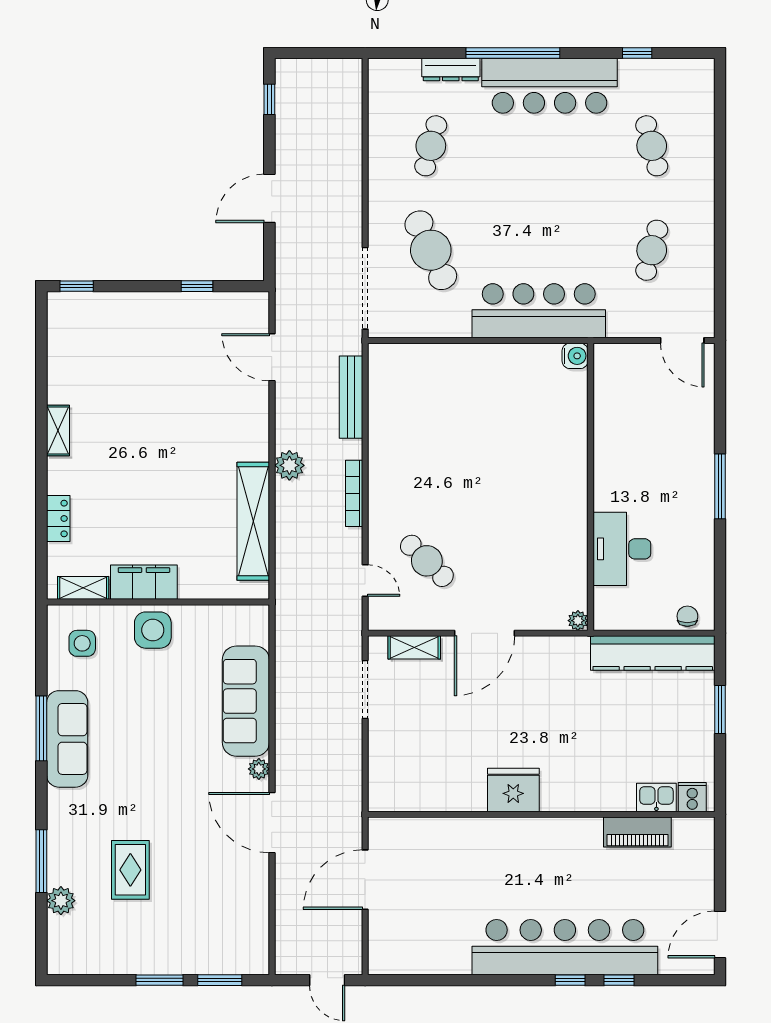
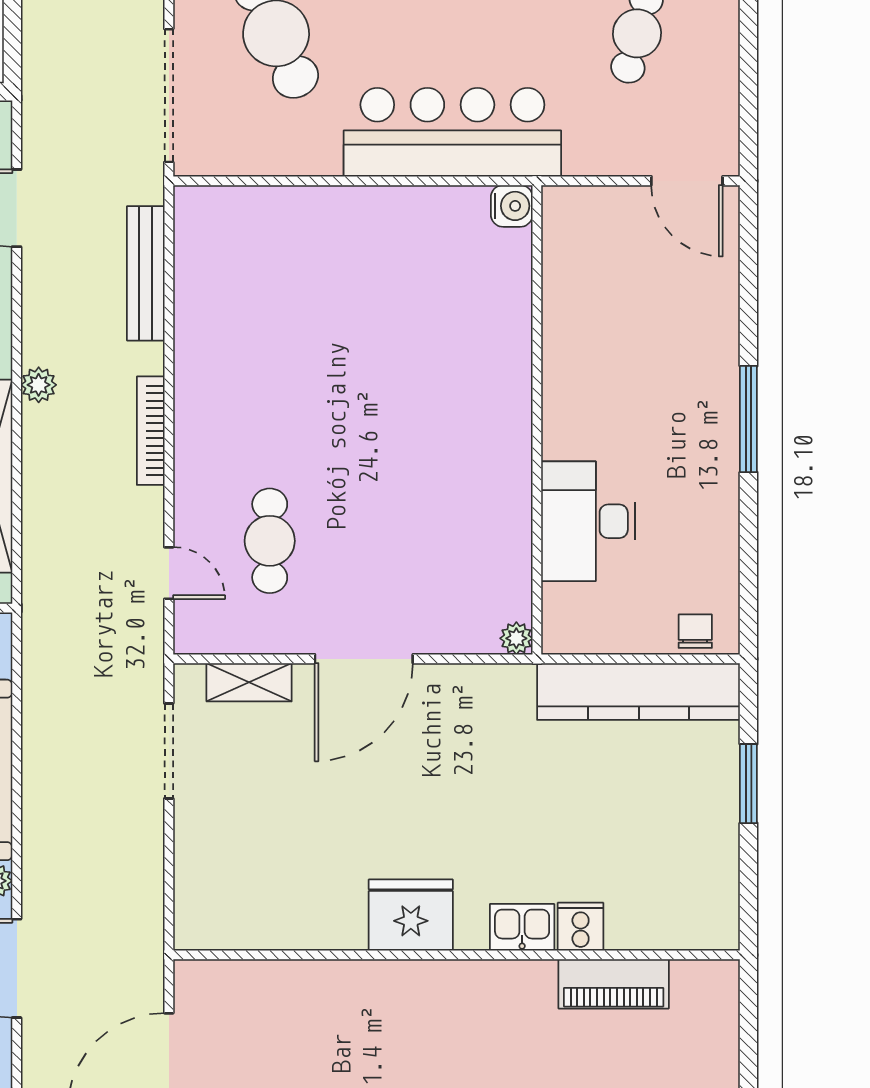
plant: (289, 465) -> (39, 385), width x0.73, depth x0.73
cafe table: (427, 561) -> (270, 541), turned 46
kitchen sink: (656, 797) -> (522, 927), moved
cooker: (692, 797) -> (581, 927), moved

